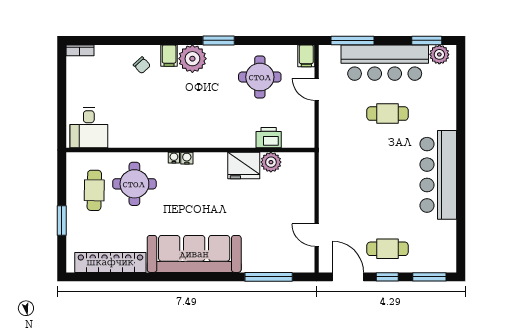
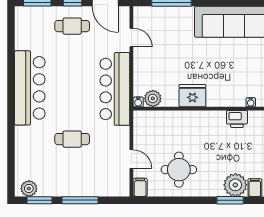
window: (219, 40) -> (230, 200), moved
window: (352, 40) -> (80, 200), moved
bar counter: (385, 63) -> (115, 89), moved, turned -90
printer: (269, 138) -> (237, 119), moved
water cooler: (187, 158) -> (138, 102), moved
plant: (271, 162) -> (153, 98), moved

